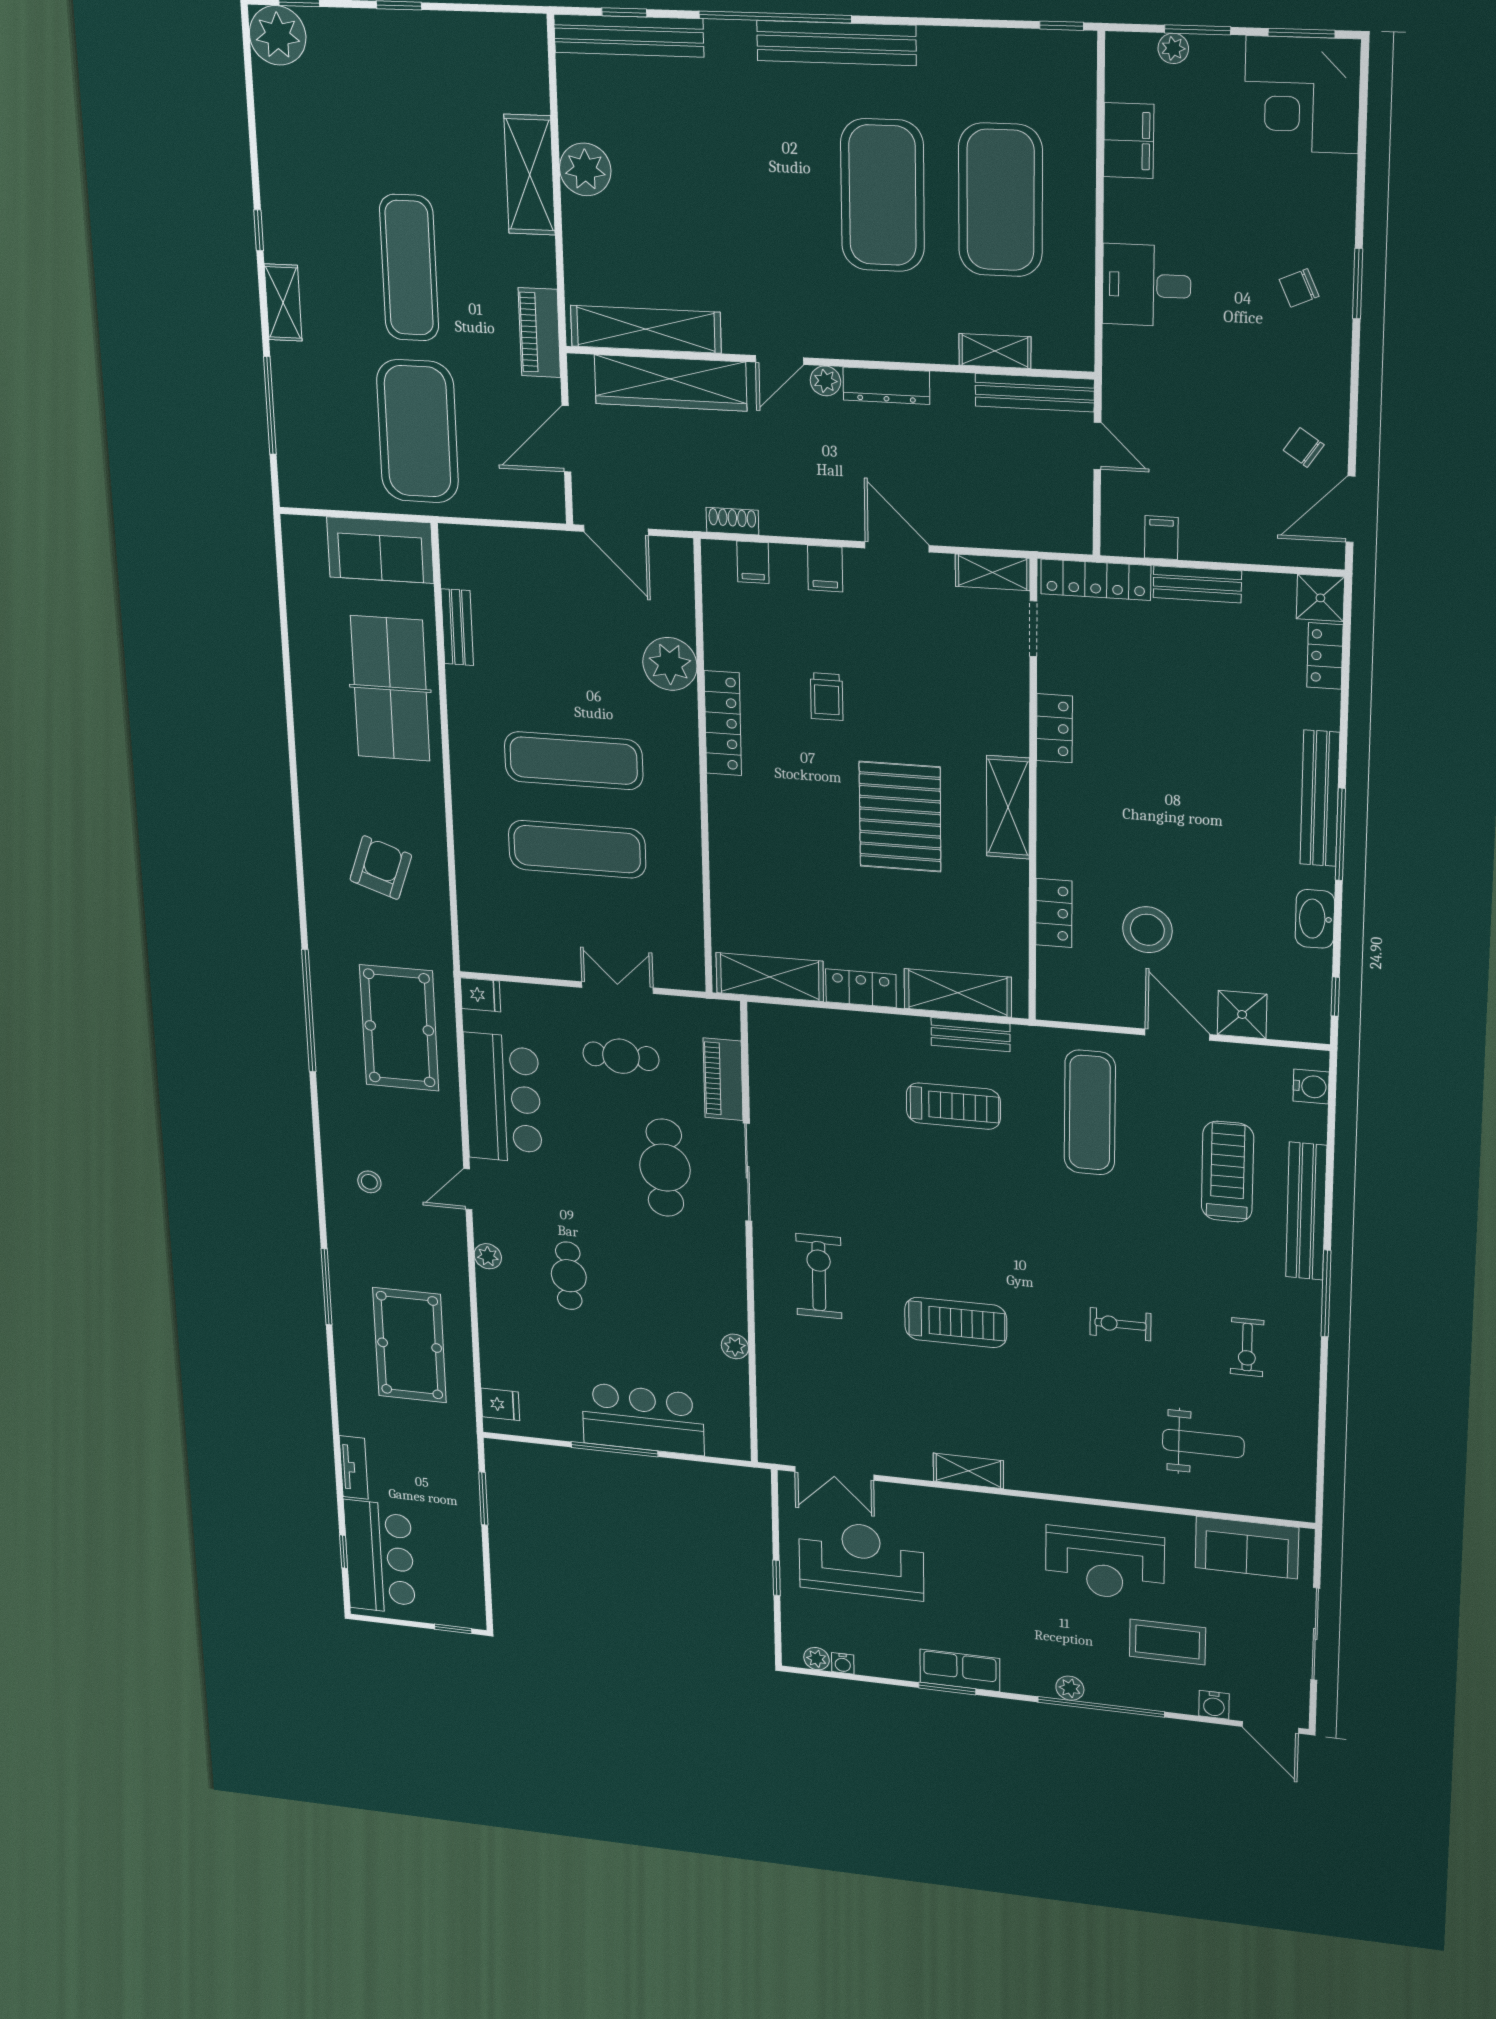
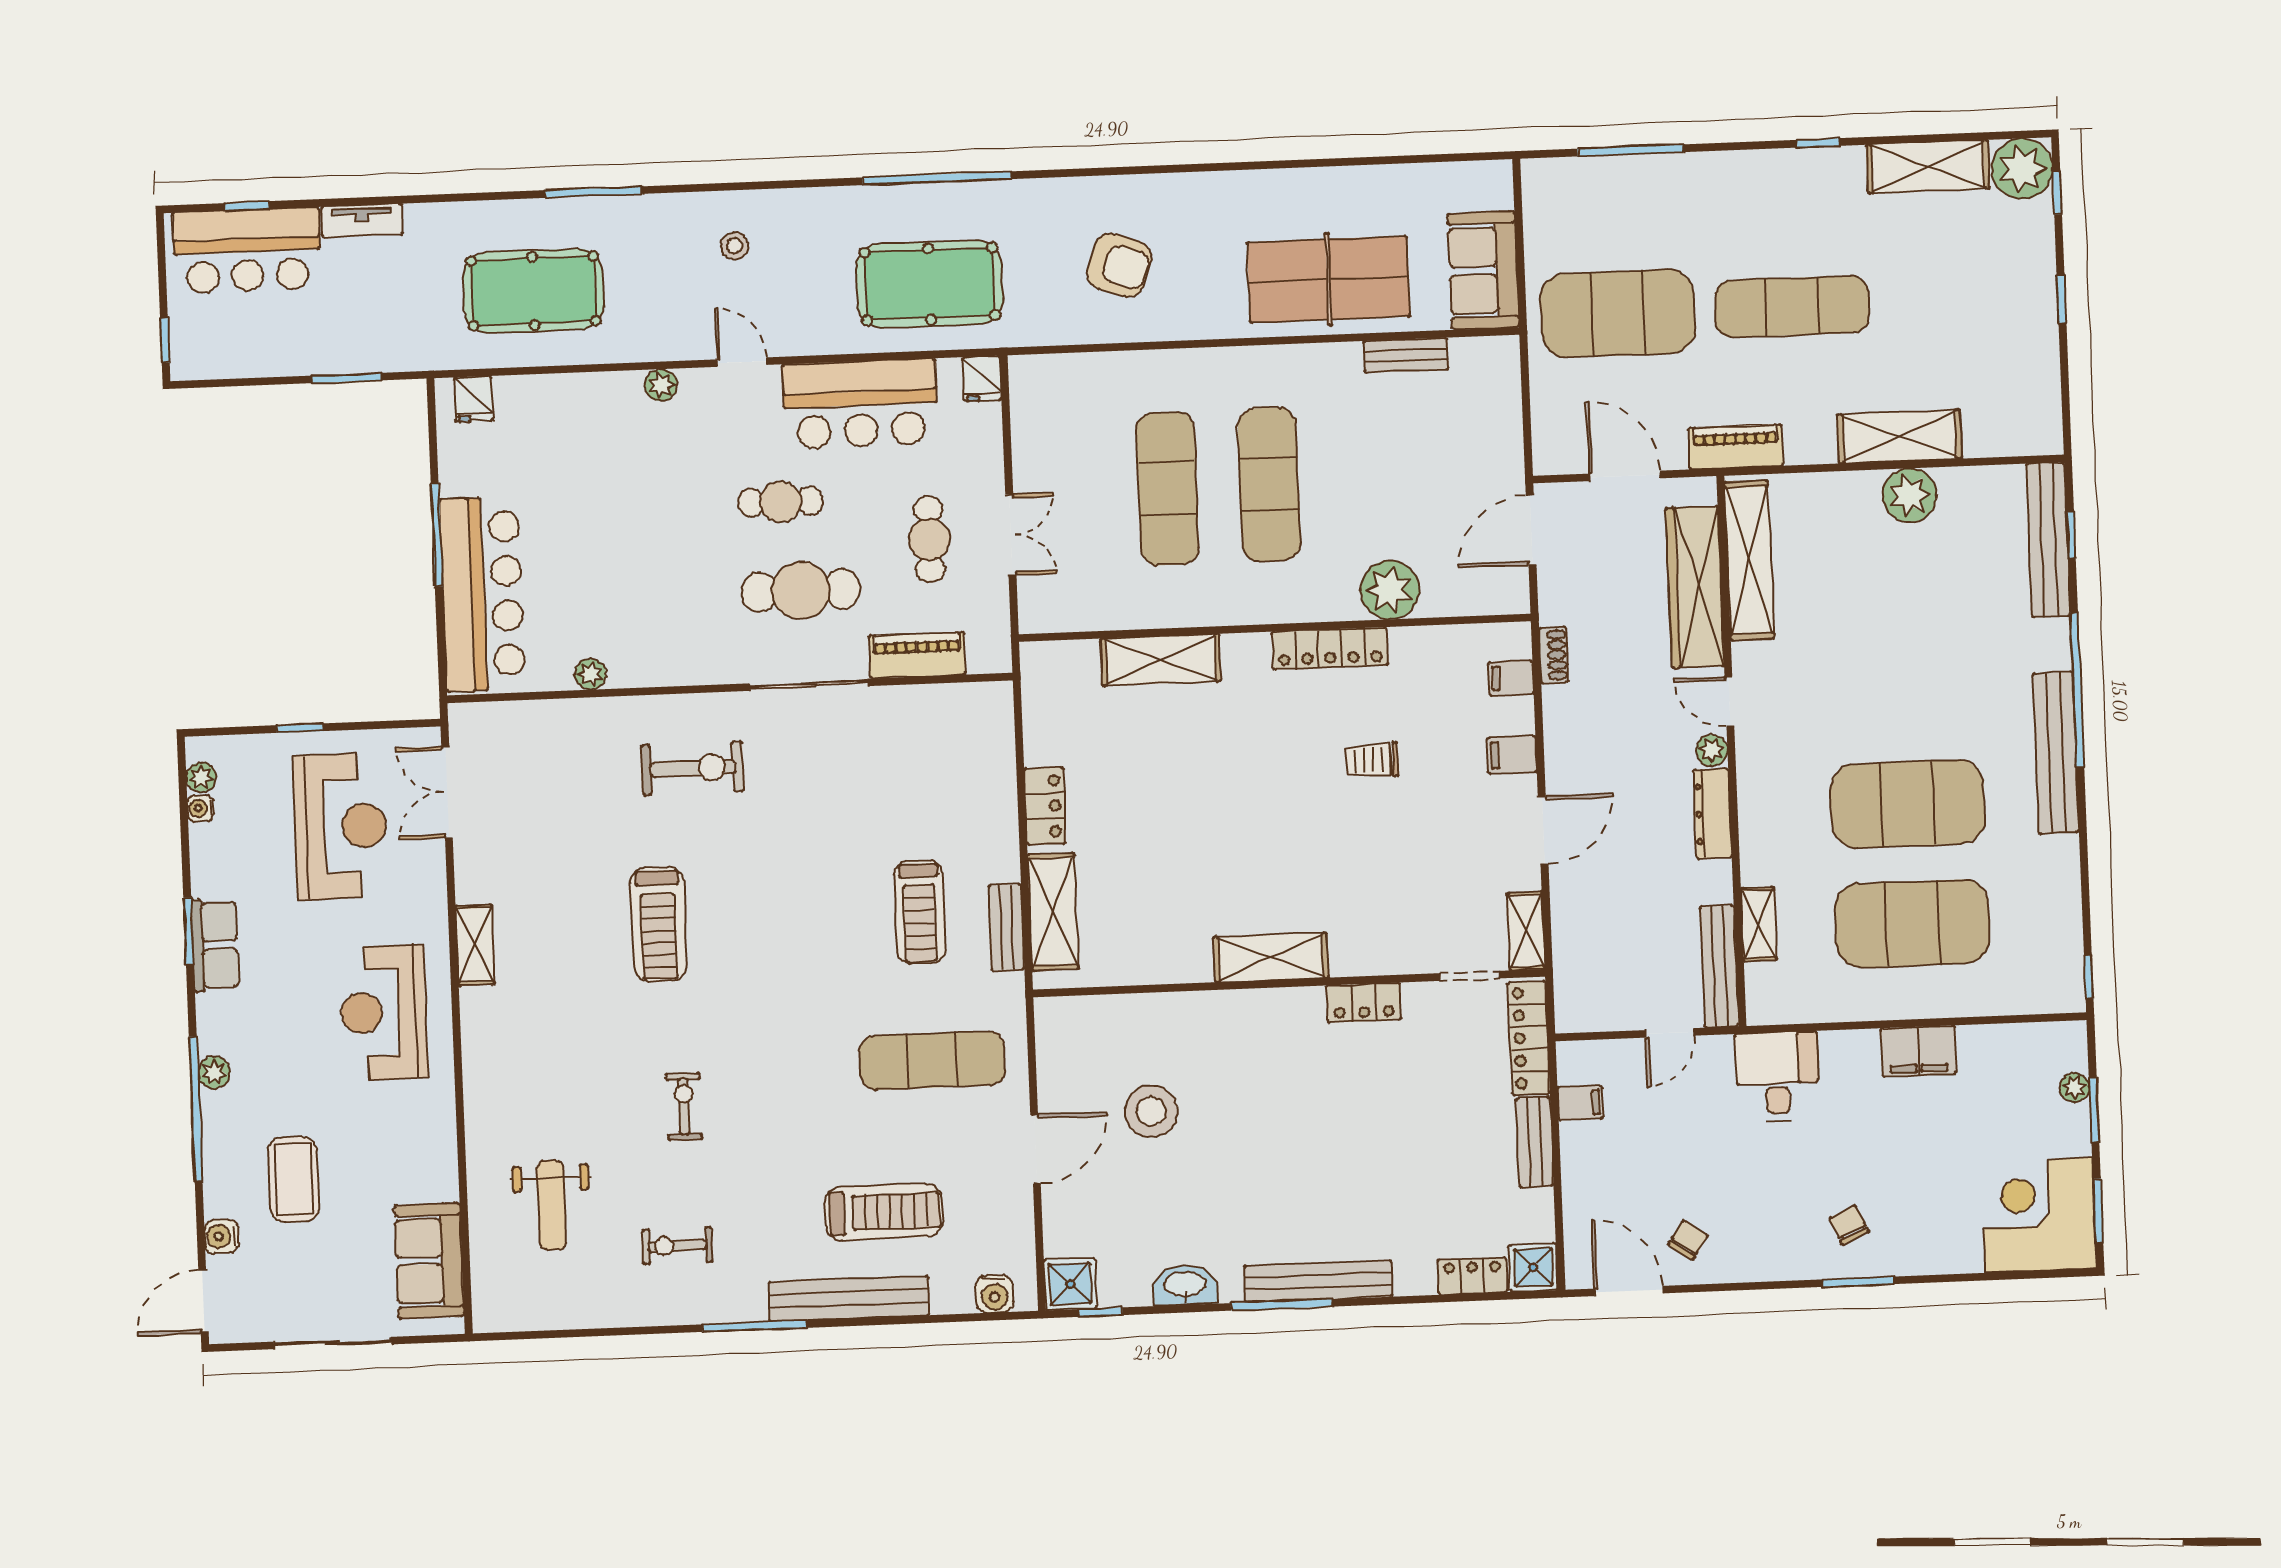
filing cabinet: (1129, 141) -> (1918, 1051), moved
desk: (1147, 285) -> (1777, 1076), moved
shelving: (283, 302) -> (1928, 167), moved, width x1.50, depth x1.33
pallet: (900, 817) -> (1247, 843), removed
locker: (1054, 913) -> (1158, 1011), removed
shelving: (770, 977) -> (1161, 660), moved, turned 90
shower: (1242, 1014) -> (1070, 1284), moved
cafe table: (569, 1276) -> (781, 502), moved
bar counter: (643, 1419) -> (482, 594), width x1.36
reception desk: (1105, 1564) -> (383, 1012), moved

